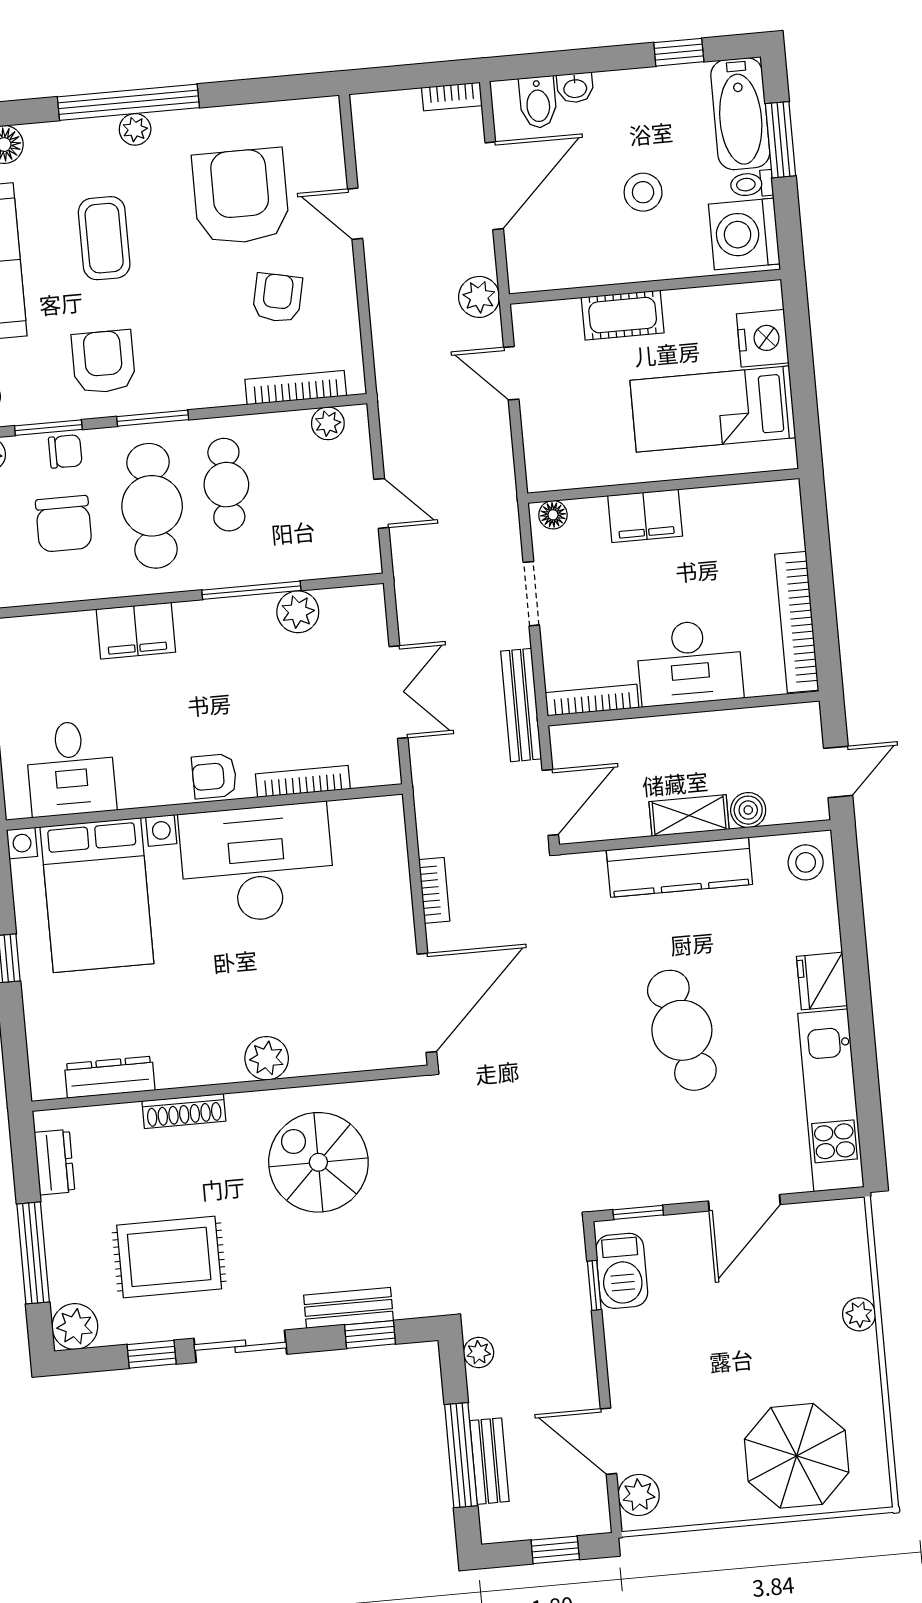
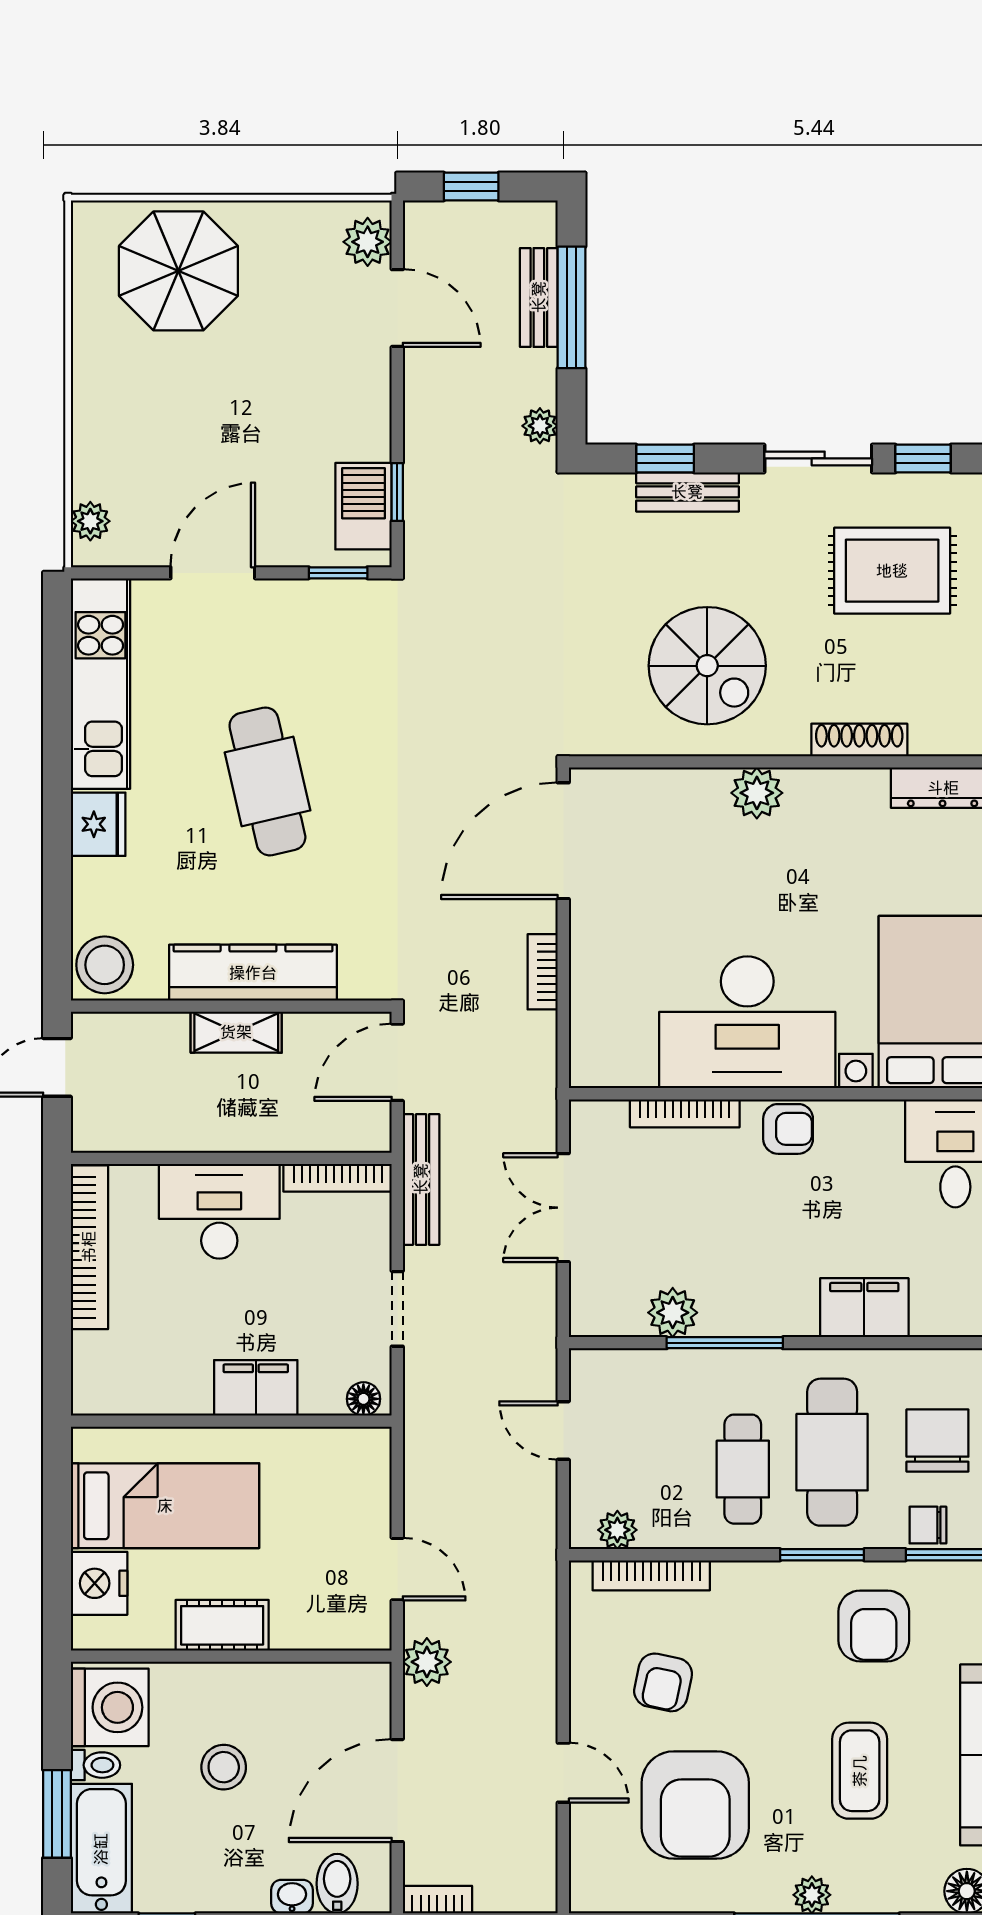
cot: (623, 315) -> (222, 1625), moved
boiler: (748, 810) -> (166, 1032), removed
stool: (806, 862) -> (105, 965), width x1.38, depth x1.38
plant: (859, 1314) -> (90, 521), moved

